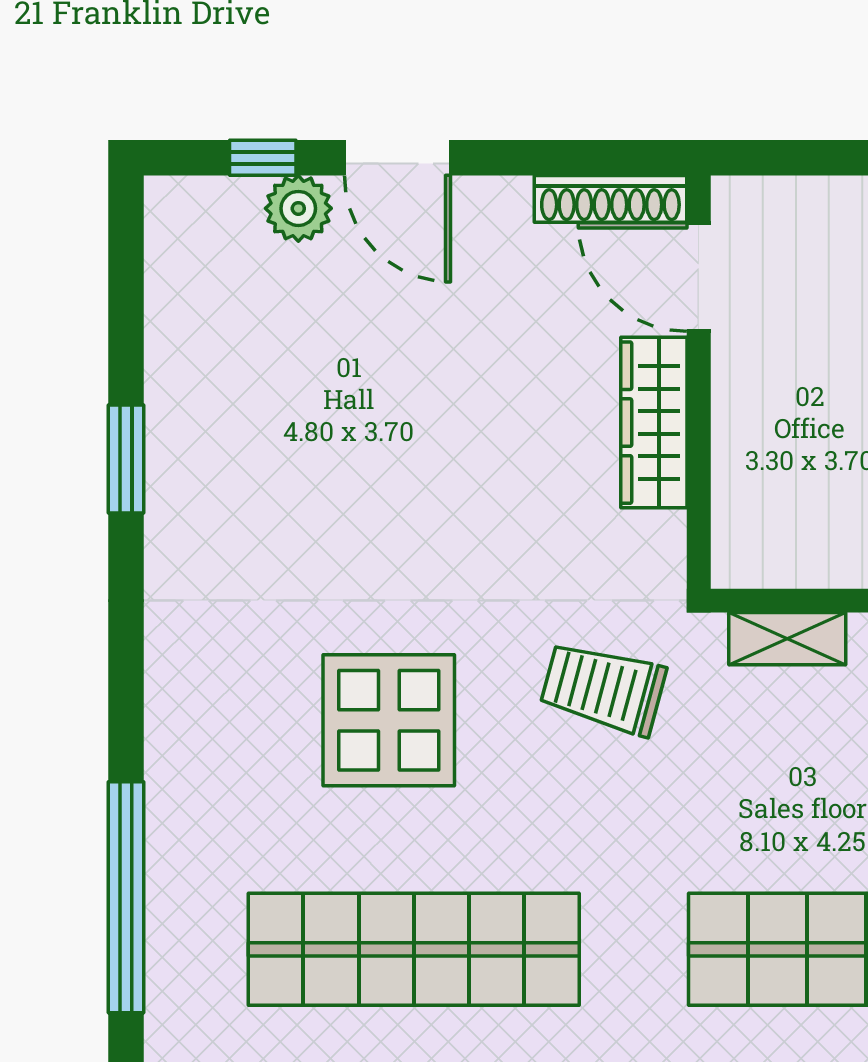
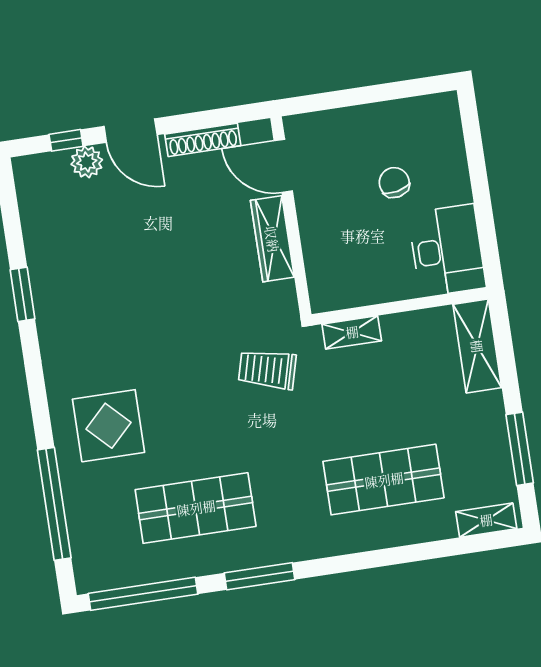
shoe rack: (610, 199) -> (203, 140), moved
display table: (389, 720) -> (109, 426), moved
shop shelf: (414, 949) -> (196, 508), width x0.71

